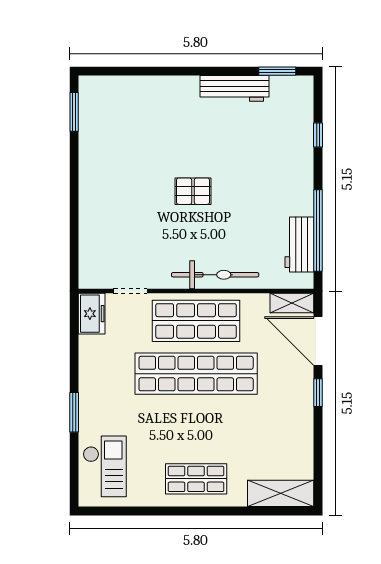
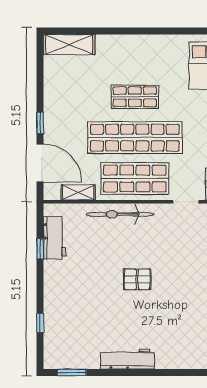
workbench: (235, 88) -> (127, 359), moved
window: (318, 231) -> (40, 249), width x0.32
shelving: (292, 303) -> (78, 192), moved
shop shelf: (196, 479) -> (135, 97), moved

